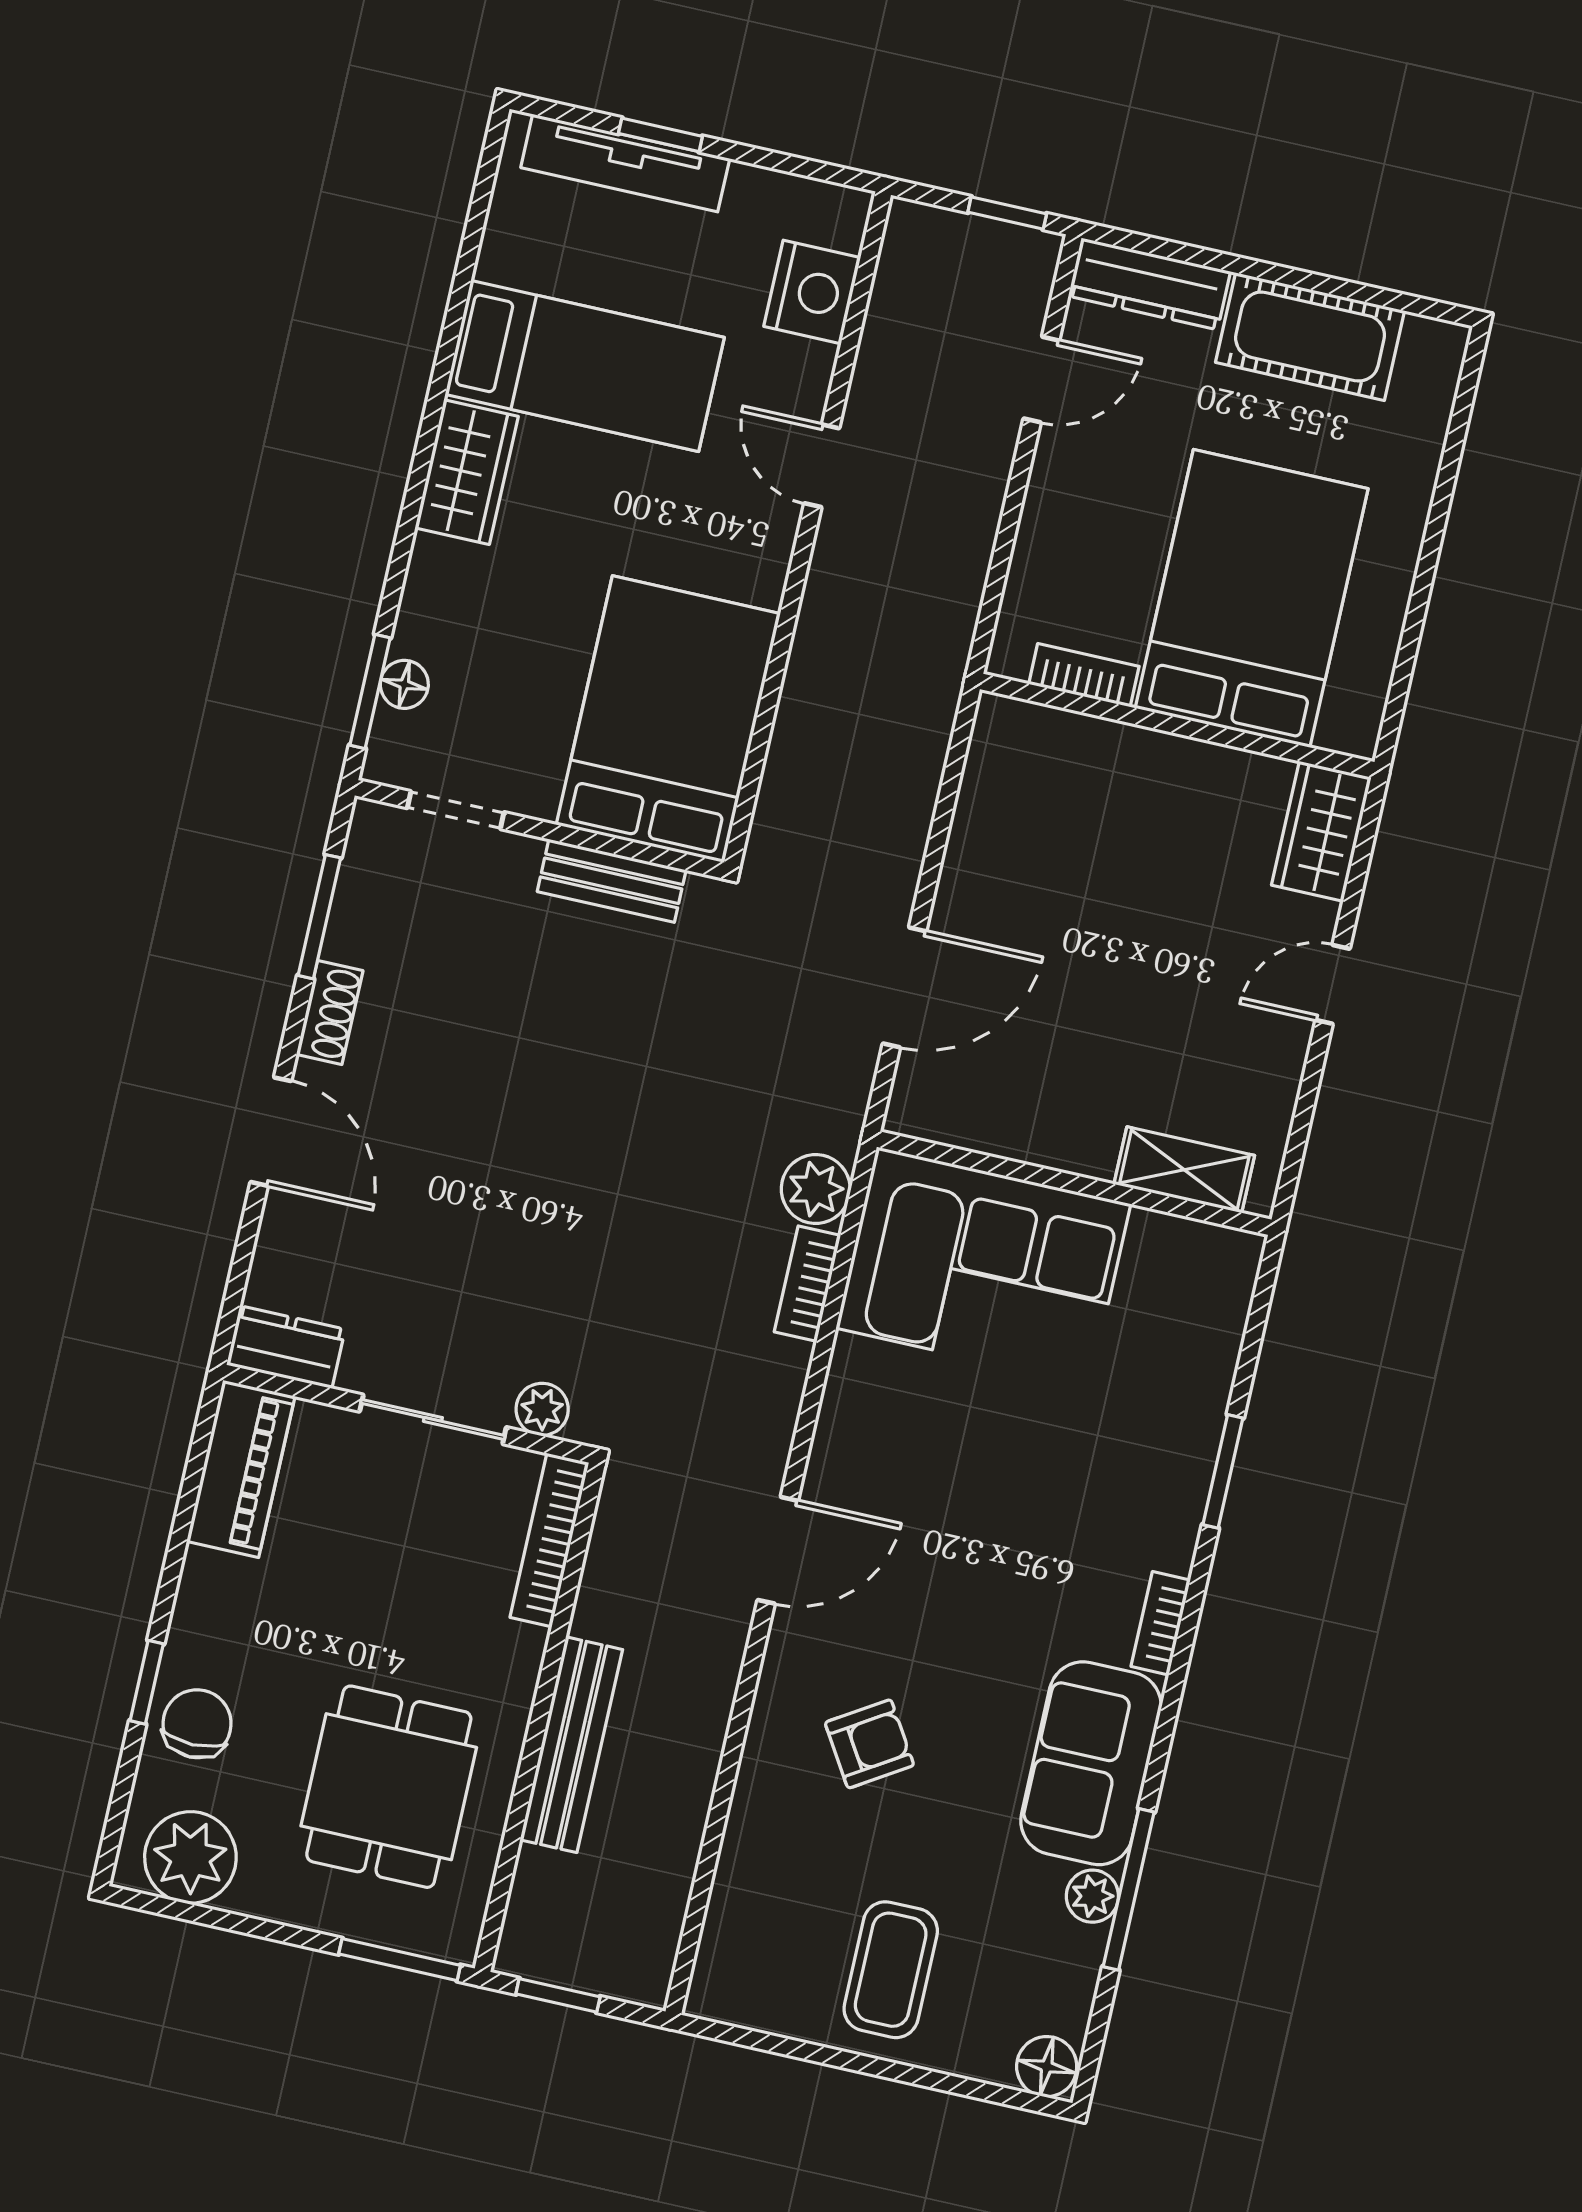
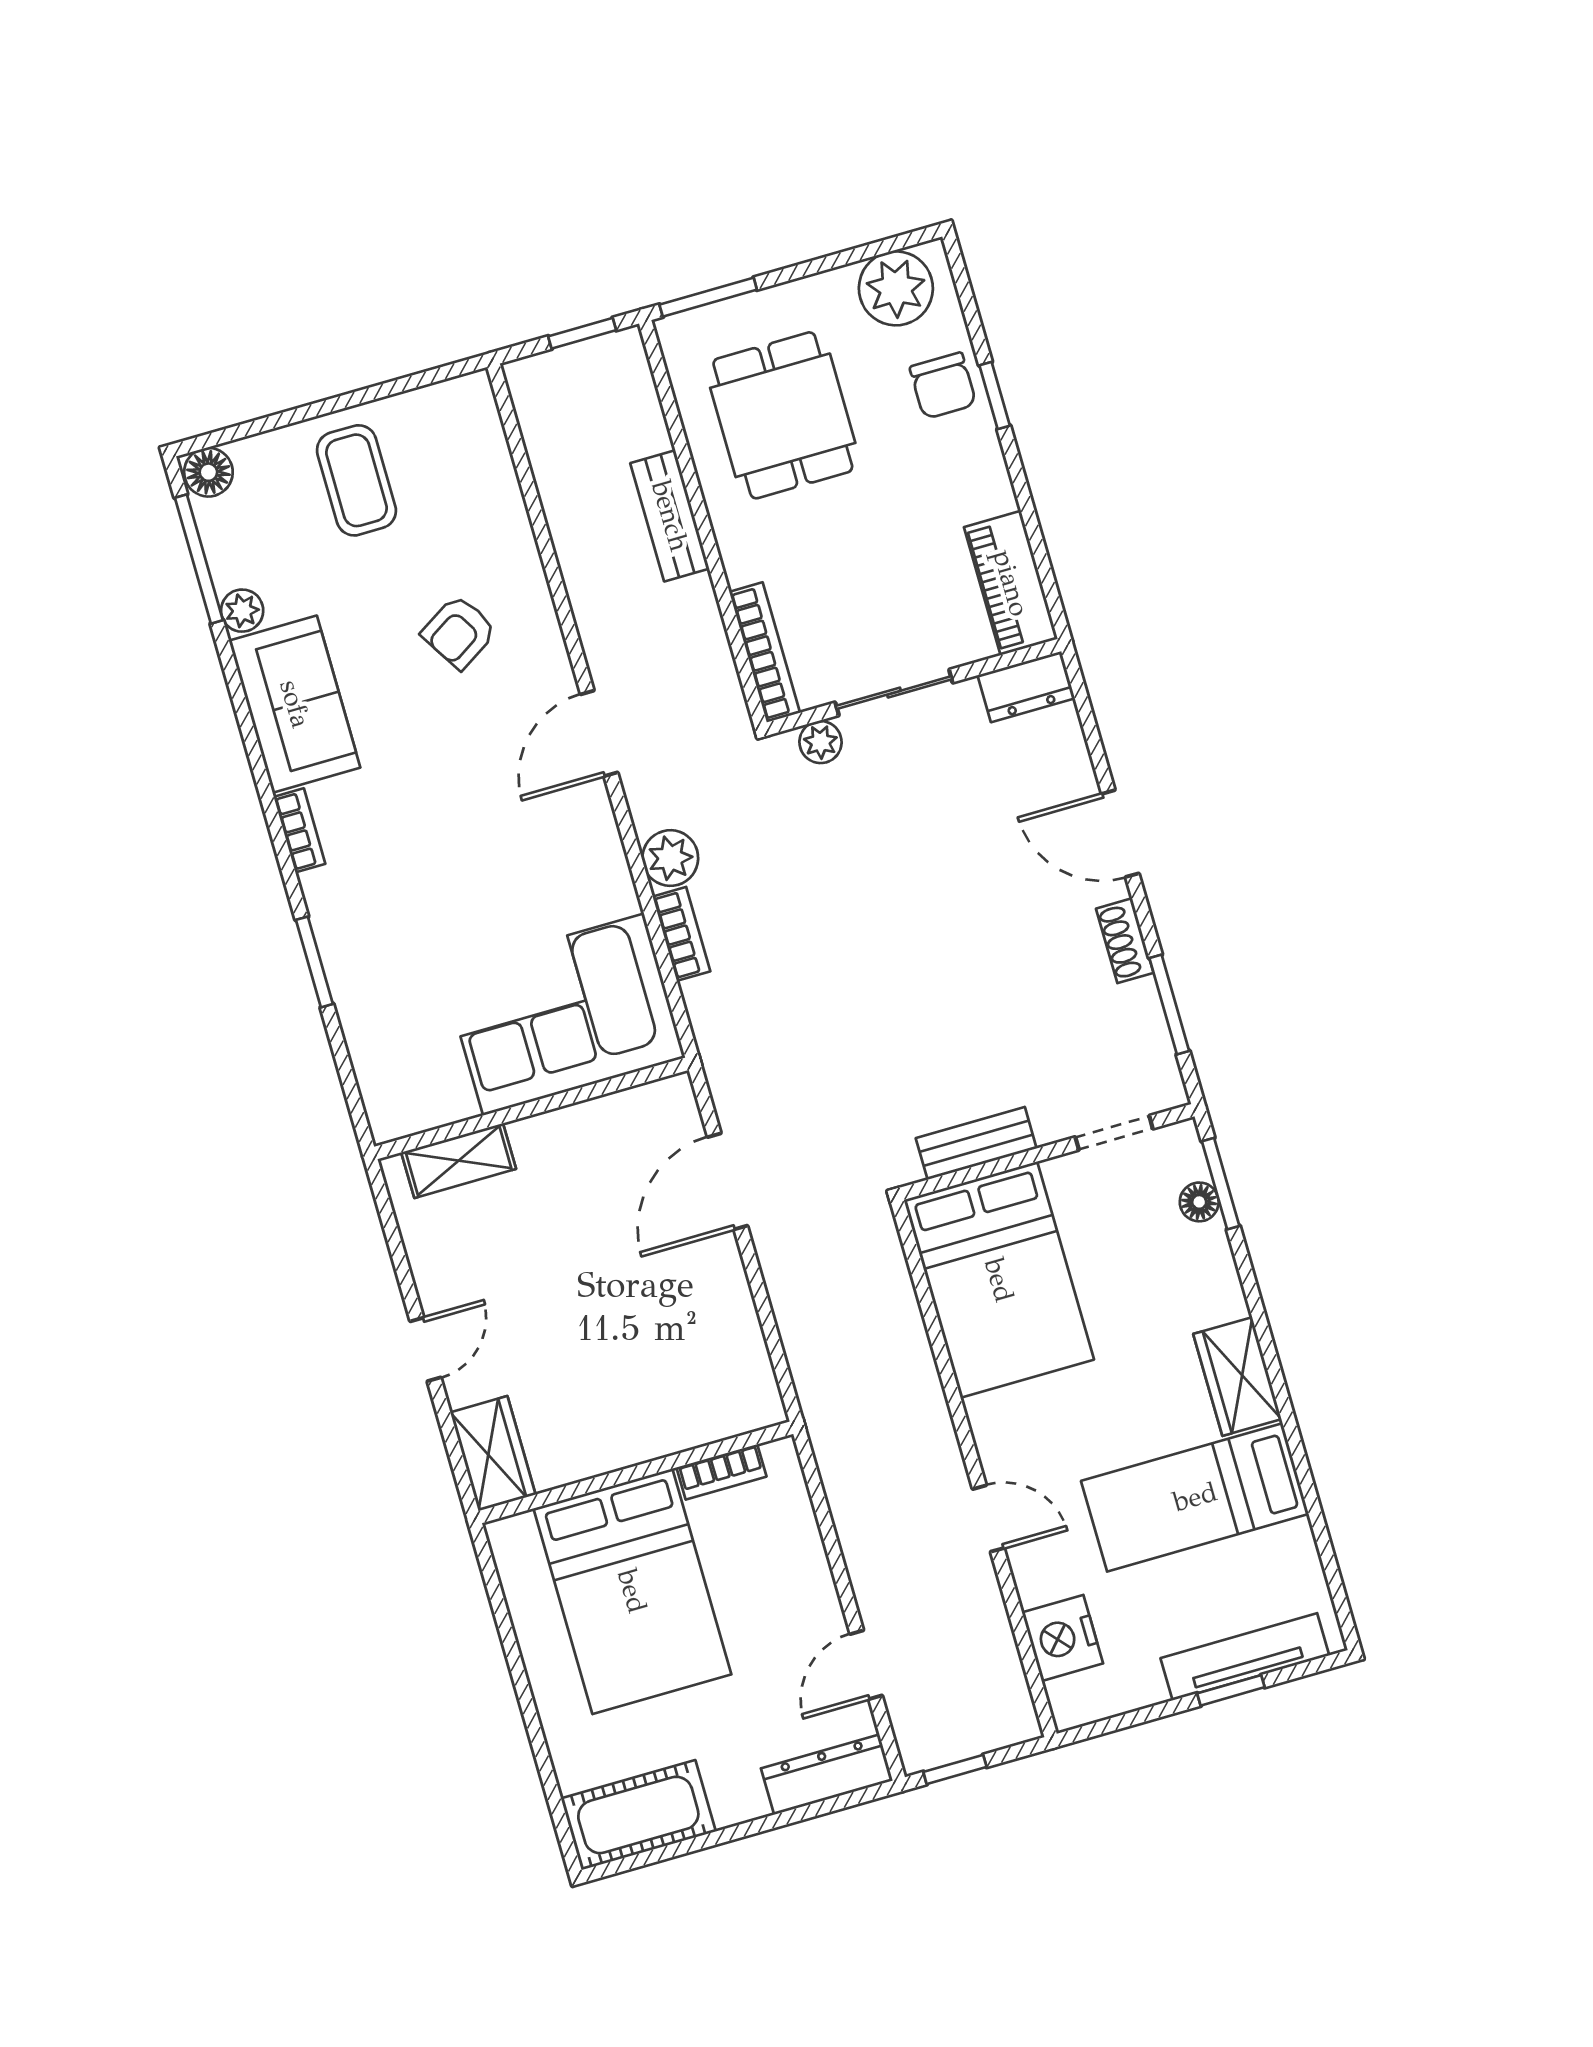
cot: (1310, 337) -> (638, 1815), moved
plant: (816, 1189) -> (670, 858), moved
bench: (571, 1745) -> (670, 516), width x0.73
window: (1129, 1889) -> (199, 559), moved

